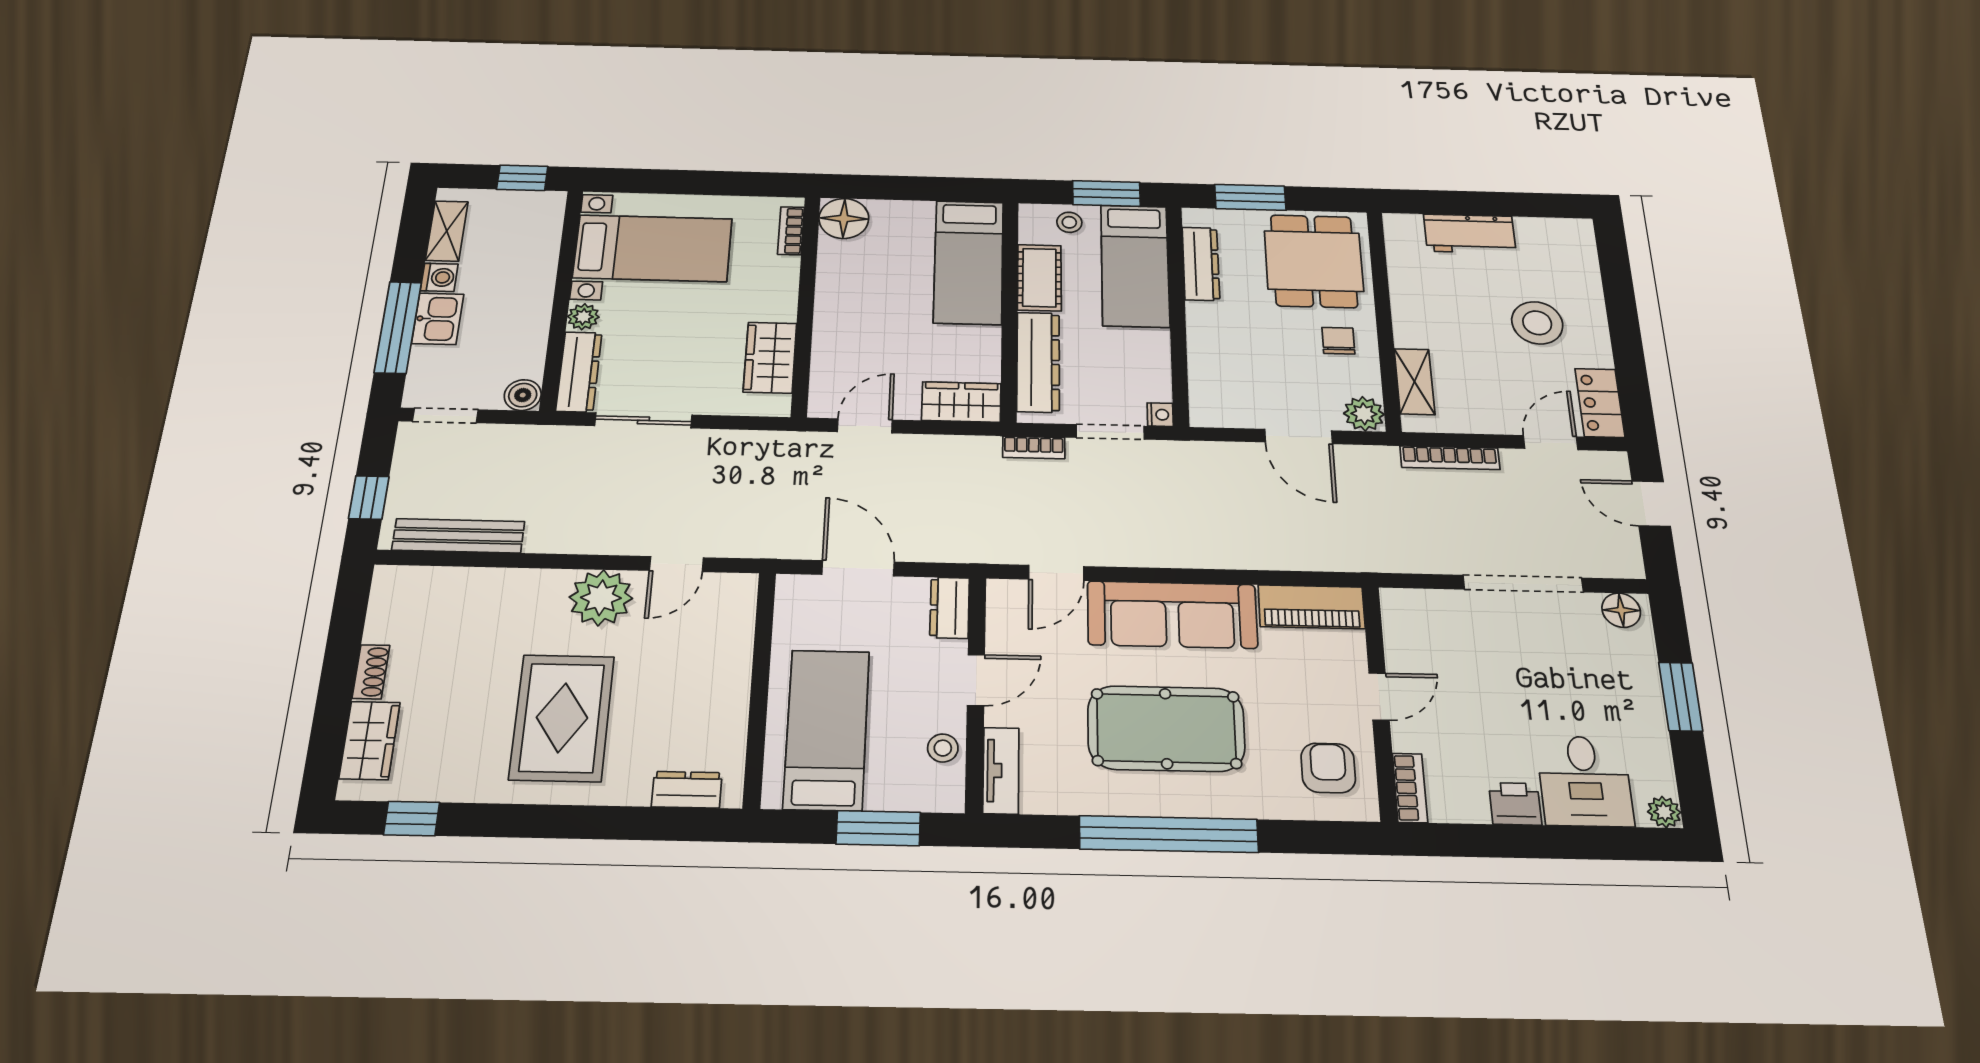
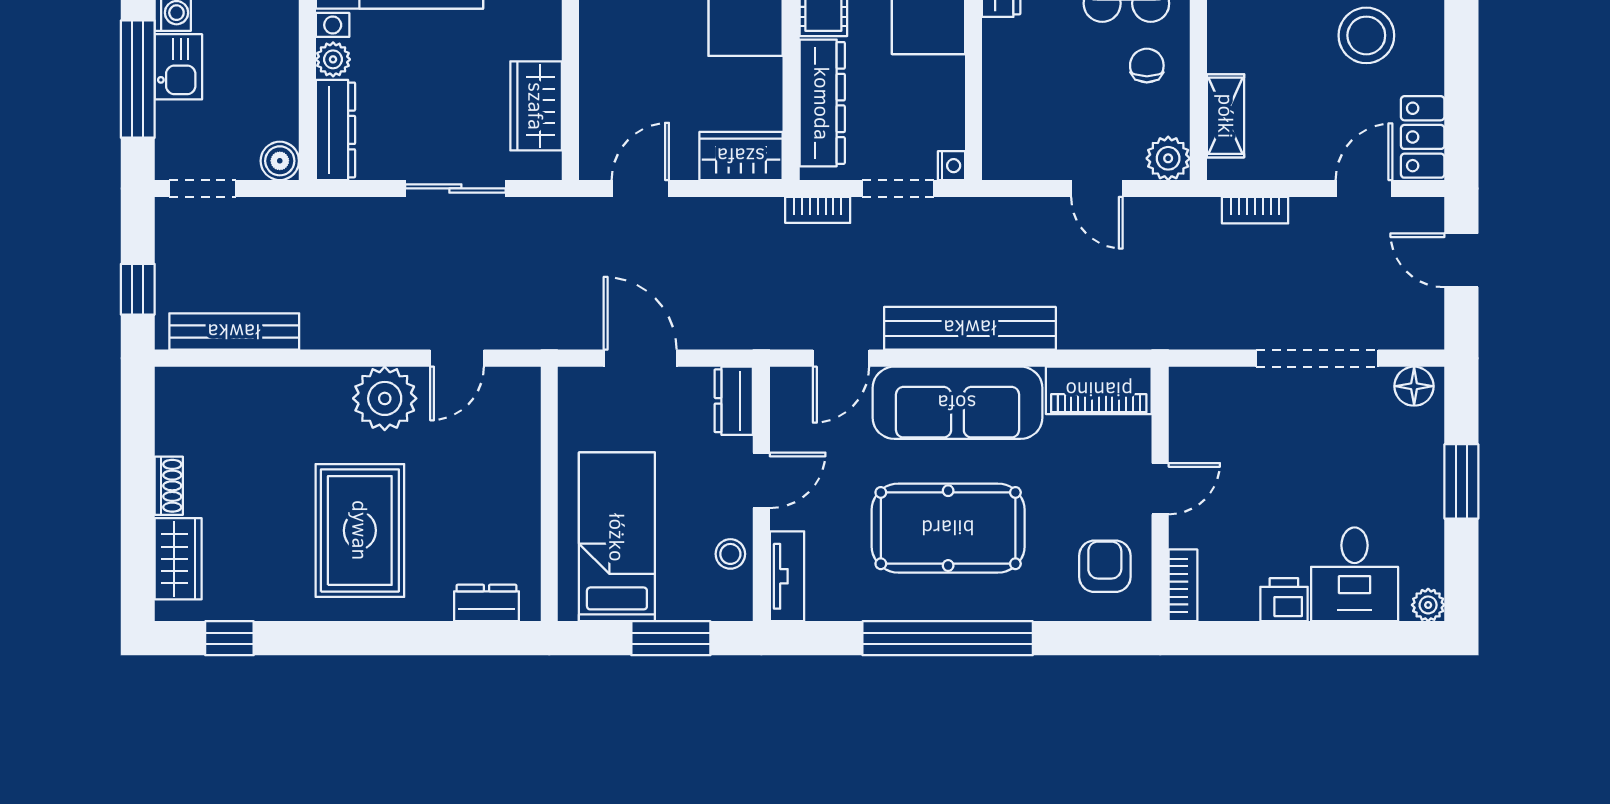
sliding door: (643, 420) -> (455, 188), moved
door: (1299, 436) -> (1097, 188), width x0.73
bookcase: (1450, 458) -> (1255, 210), width x0.64
bench: (1182, 550) -> (970, 328), added

